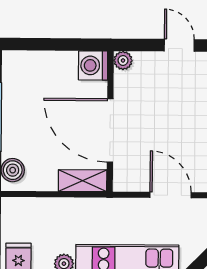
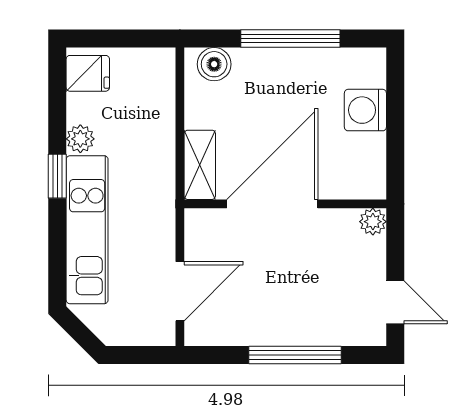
door: (179, 45) -> (395, 302), hinge flipped
washing machine: (93, 65) -> (365, 110), moved, turned -90

